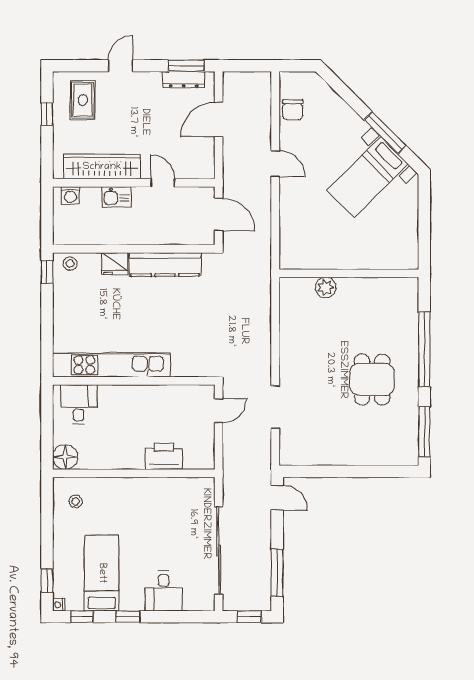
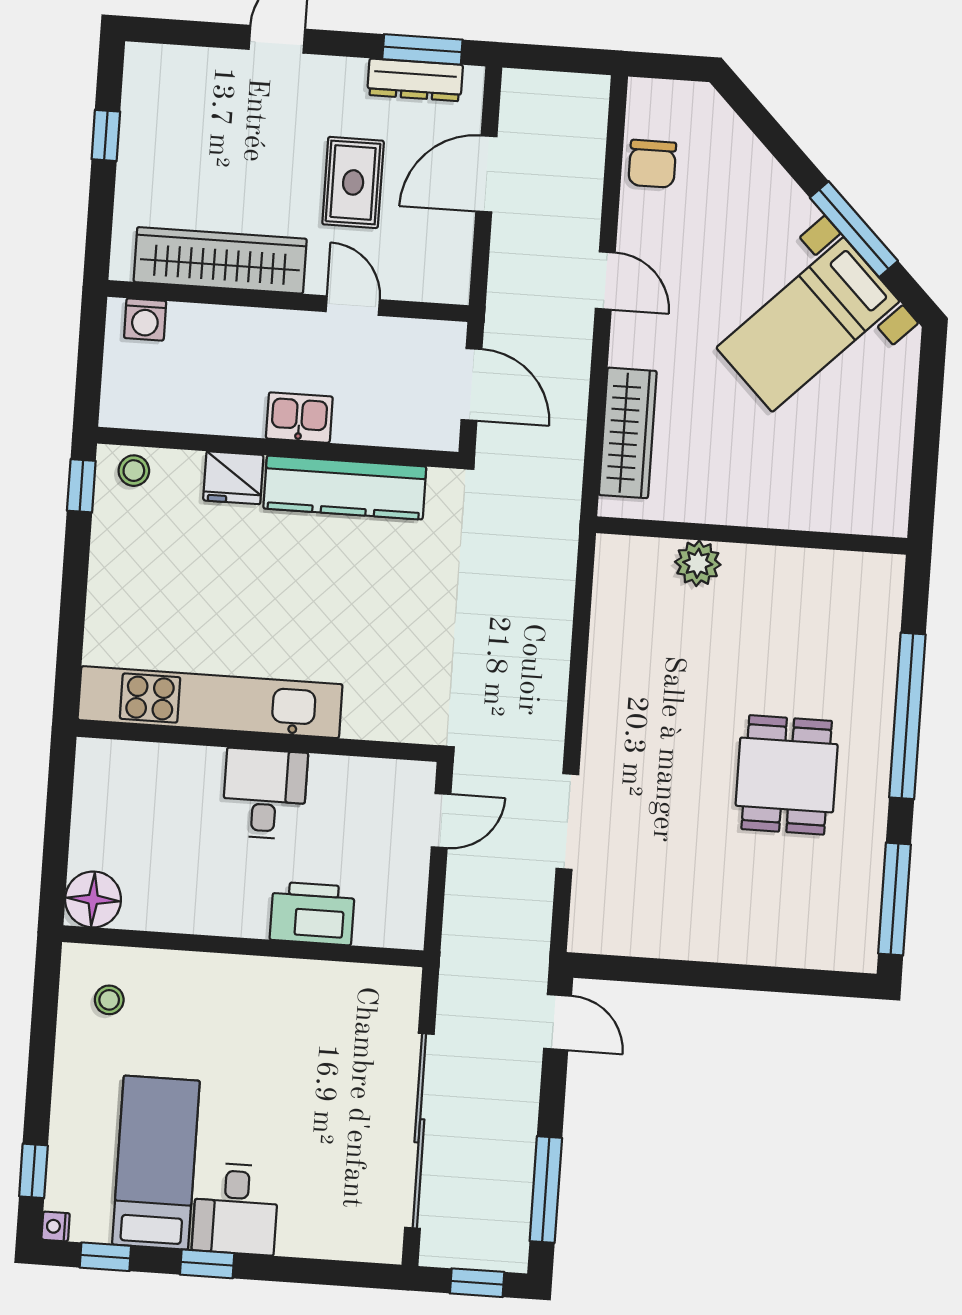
rug: (83, 100) -> (353, 182), moved
kitchen sink: (117, 197) -> (299, 418), moved, turned 180
wardrobe: (290, 231) -> (628, 433), added
desk: (79, 404) -> (265, 794), moved
desk: (164, 591) -> (236, 1209), moved

